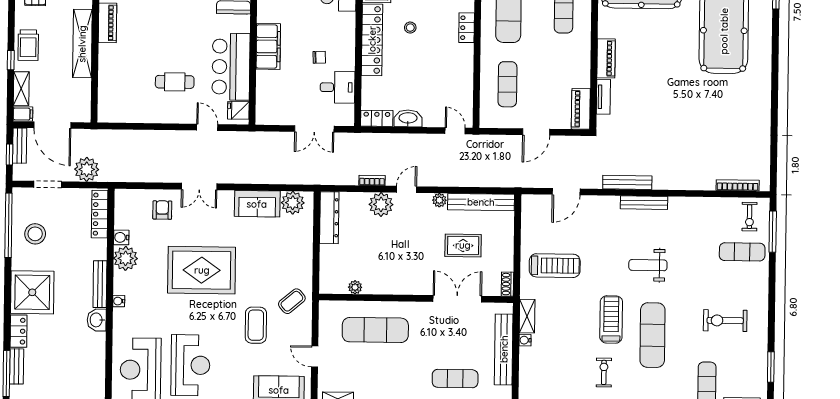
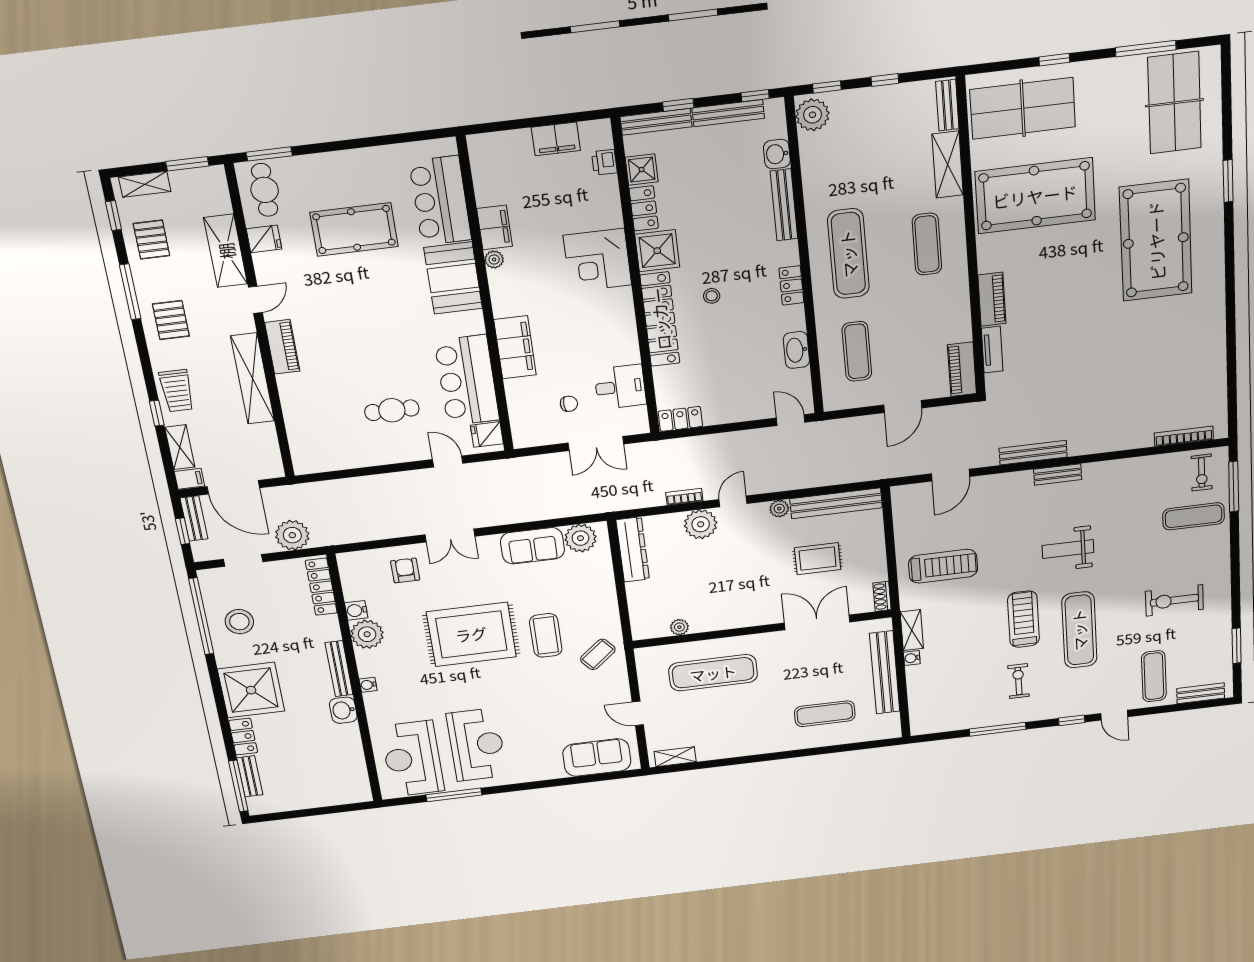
chair: (319, 57) -> (569, 404), moved
washbasin: (408, 118) -> (796, 350), moved, turned -90
bench: (644, 203) -> (1058, 474), width x0.73
coffee table: (256, 325) -> (546, 635), moved

